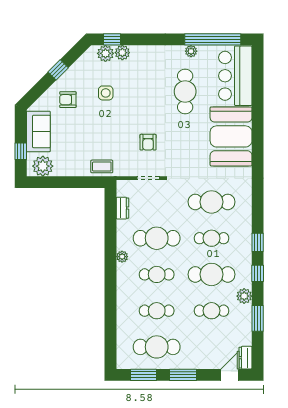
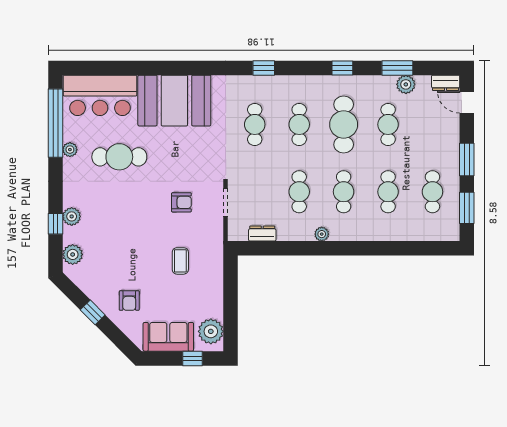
window: (112, 39) -> (55, 224), moved
plant: (122, 53) -> (72, 216), moved
side table: (106, 93) -> (121, 254), removed
coffee table: (102, 166) -> (180, 261), moved
cafe table: (212, 202) -> (255, 124), width x0.73, depth x0.74
cafe table: (157, 238) -> (299, 192), width x0.73, depth x0.74
window: (258, 242) -> (264, 68), moved
plant: (244, 296) -> (406, 84), moved
cafe table: (157, 347) -> (432, 192), width x0.73, depth x0.74

